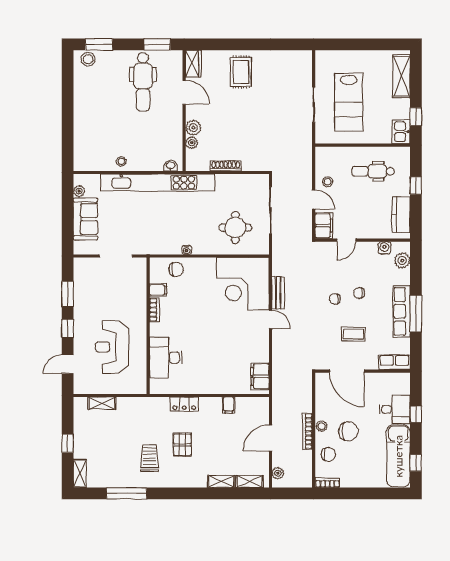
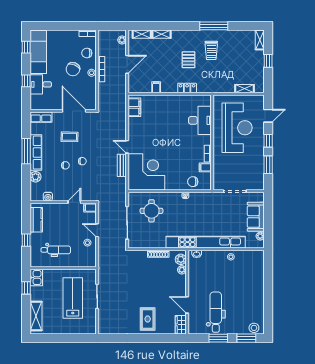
window: (157, 44) -> (218, 338), moved
plant: (193, 128) -> (181, 259), moved
filing cabinet: (324, 226) -> (90, 208), width x0.50
plant: (402, 260) -> (36, 177), moved
reception desk: (112, 347) -> (237, 128), width x1.36, depth x1.30
chair: (348, 431) -> (73, 69), turned -67
window: (127, 493) -> (214, 26), moved

